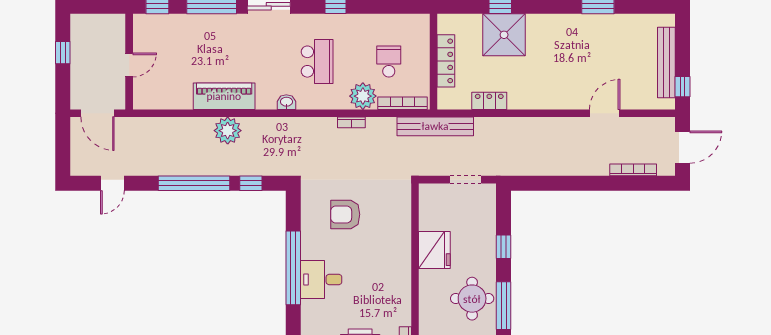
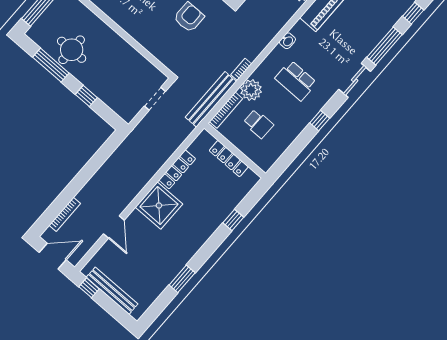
shower: (504, 35) -> (159, 205), moved
locker: (489, 101) -> (177, 169), width x1.53
bench: (435, 126) -> (211, 99), moved
door: (683, 147) -> (53, 256), swing flipped
doorway: (466, 180) -> (155, 99), moved
fridge: (434, 250) -> (121, 53), removed

